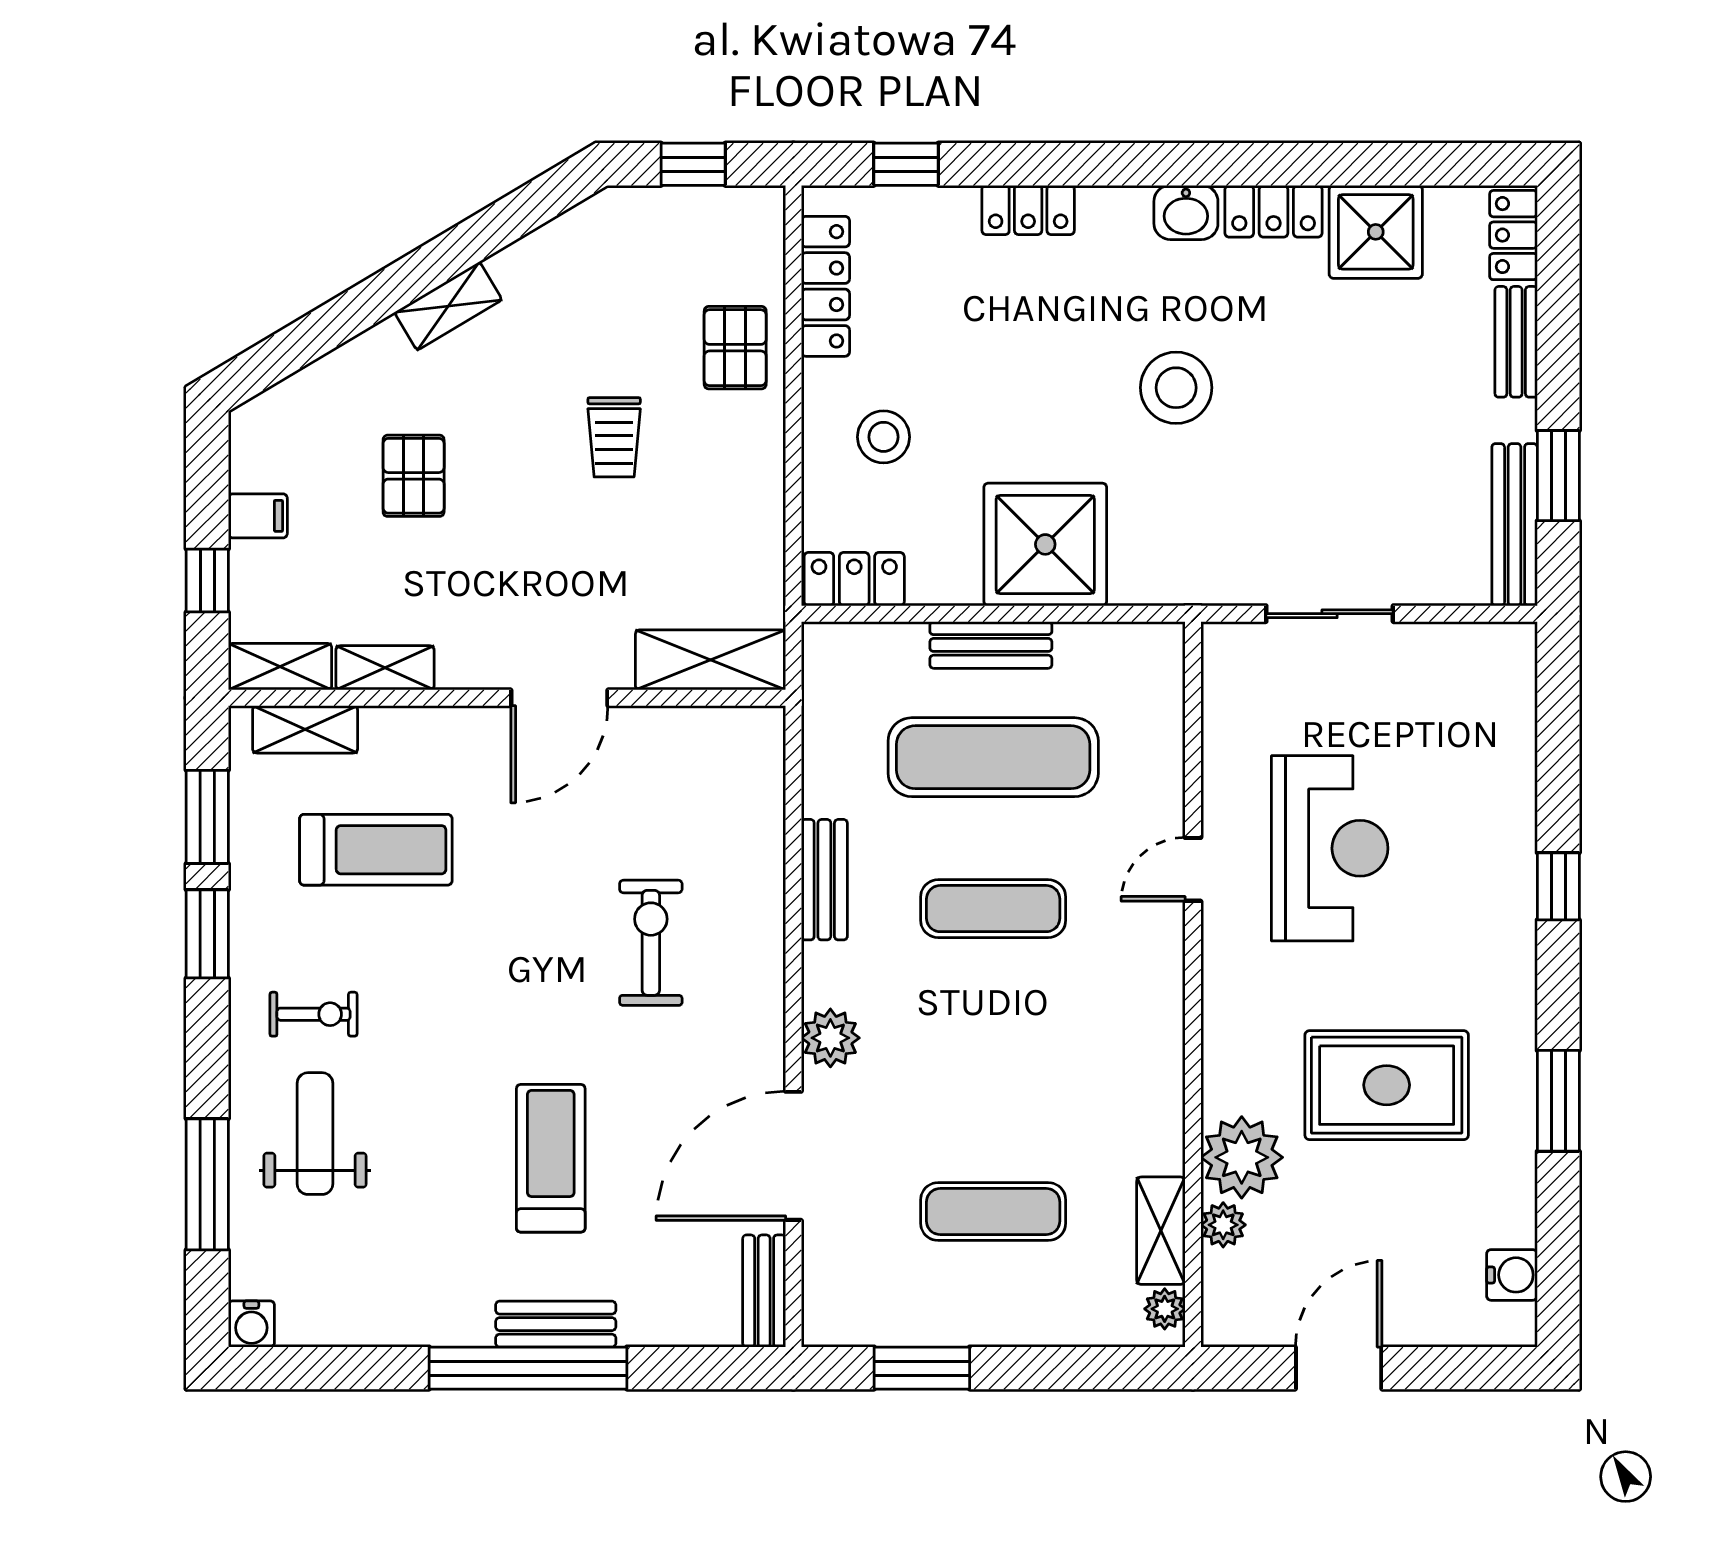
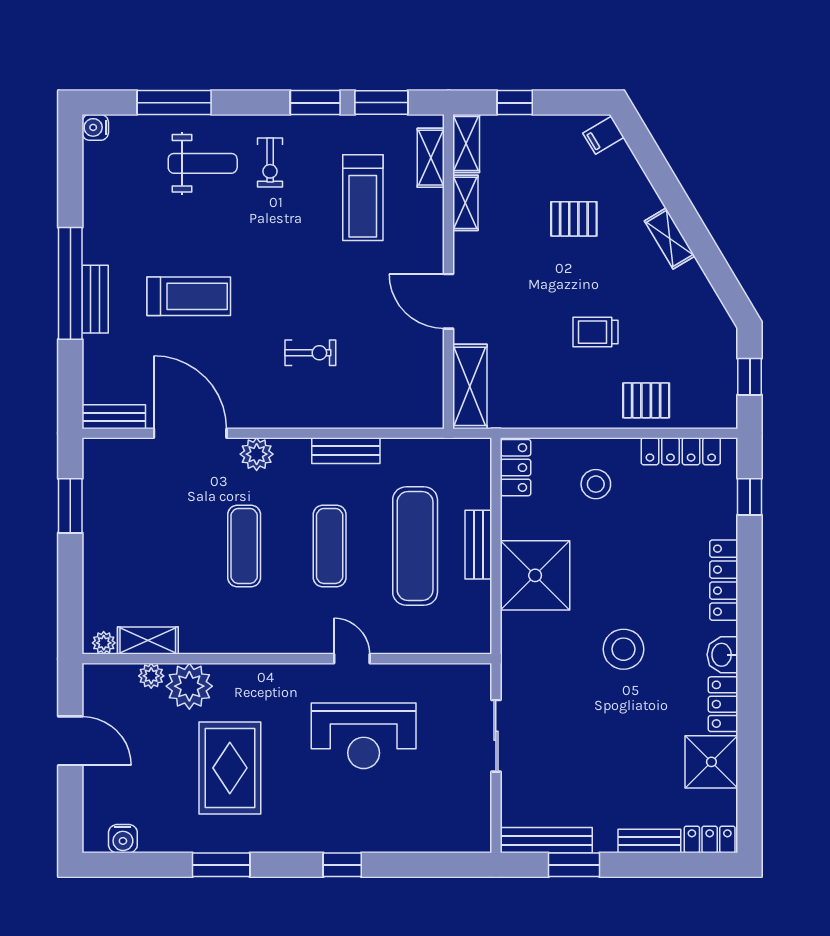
locker: (1028, 210) -> (724, 580), width x1.53
filing cabinet: (258, 516) -> (603, 135), moved, turned 59
exercise bike: (651, 943) -> (310, 353), width x0.73, depth x0.72
exercise mat: (993, 1212) -> (244, 546), moved

